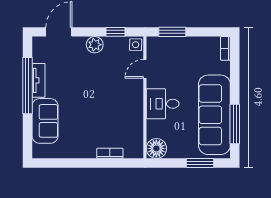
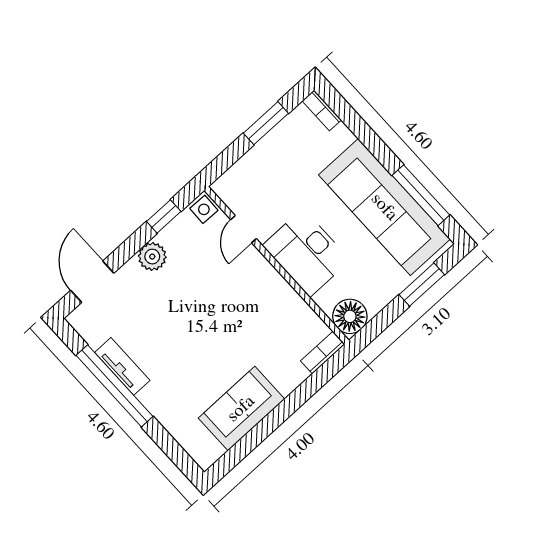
window: (172, 32) -> (266, 123), moved
desk: (163, 104) -> (306, 253), width x1.37
sofa: (45, 121) -> (241, 409), moved, turned -90
bookcase: (110, 153) -> (323, 353), moved

